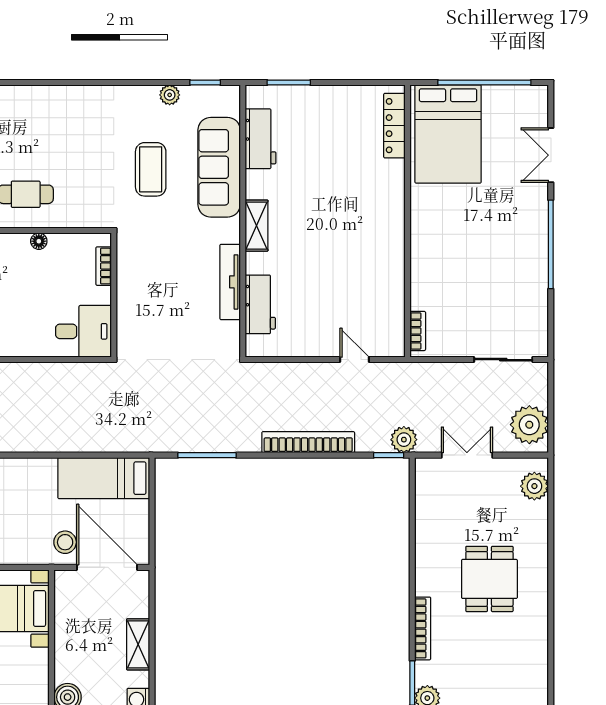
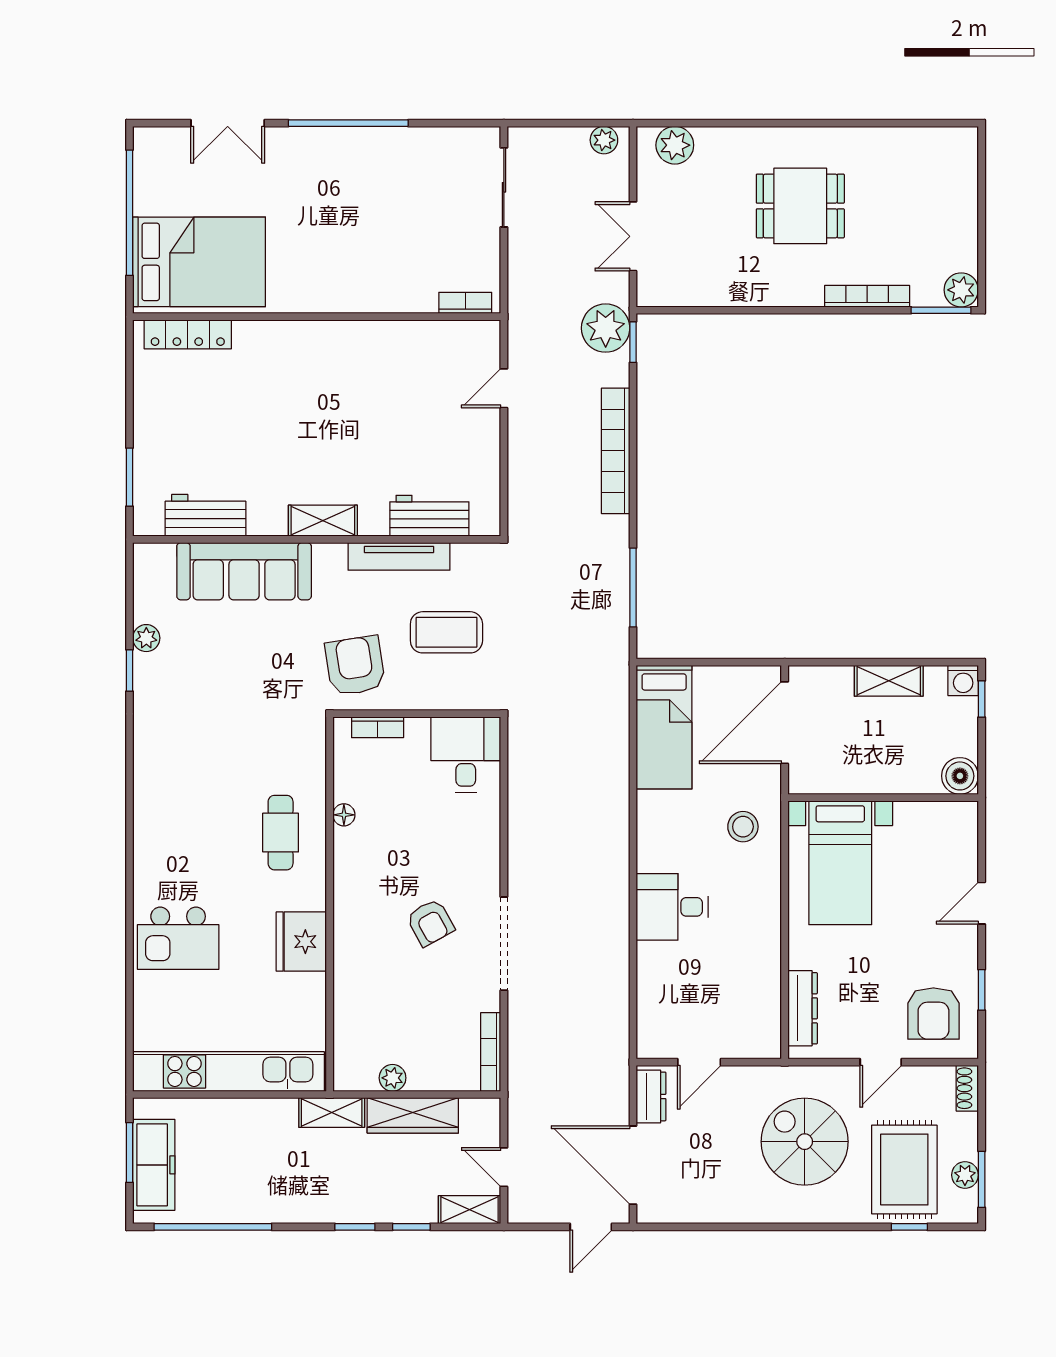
window: (205, 82) -> (130, 671), moved
coffee table: (151, 169) -> (446, 632), moved
armchair: (149, 249) -> (355, 666), added
plant: (529, 425) -> (604, 140), width x0.53, depth x0.53
plant: (404, 440) -> (606, 328), width x1.36, depth x1.36
stool: (65, 542) -> (743, 827), moved

